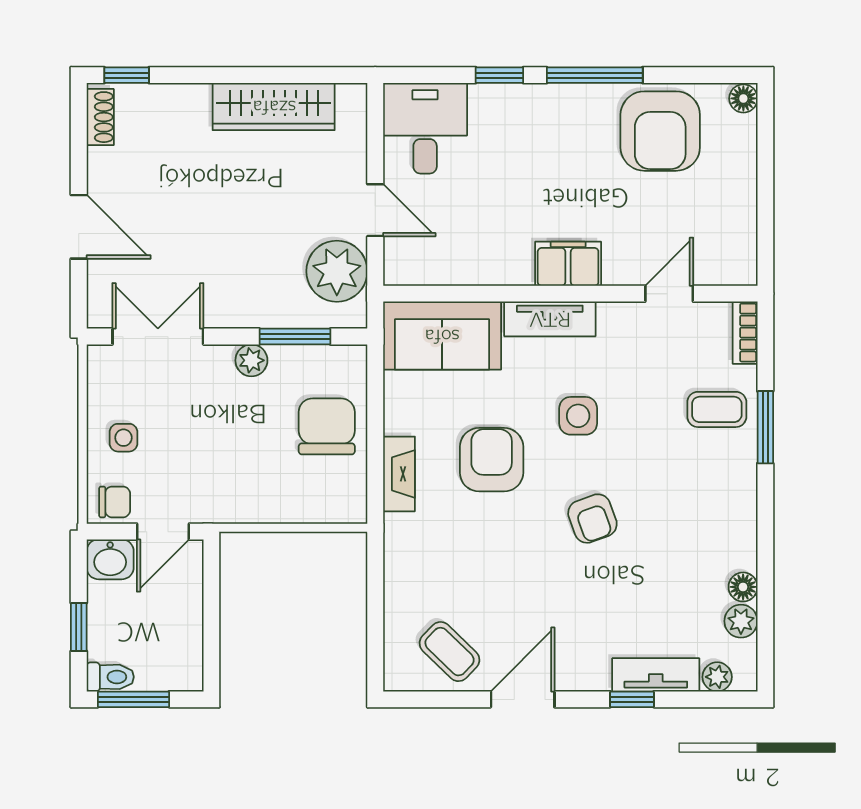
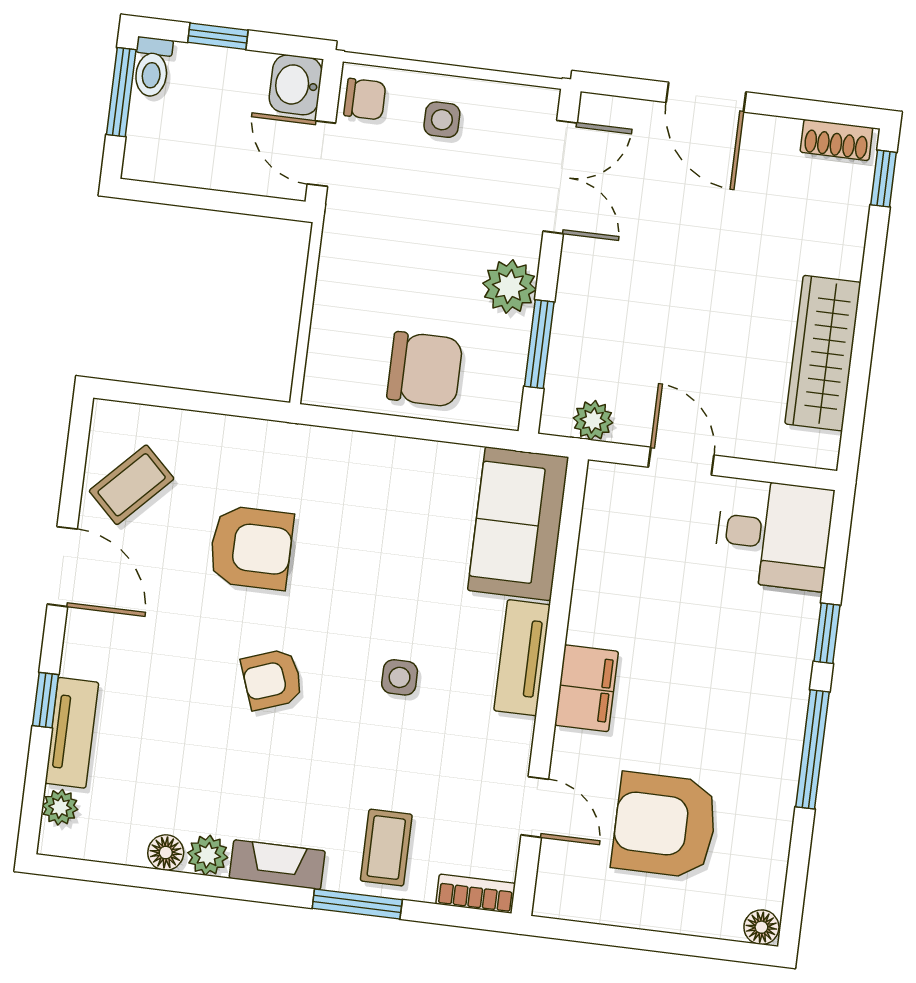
armchair: (660, 131) -> (665, 825), moved
door: (375, 210) -> (681, 461), swing flipped
door: (79, 227) -> (706, 97), hinge flipped
plant: (337, 271) -> (593, 420), width x0.53, depth x0.53
plant: (251, 360) -> (509, 287), width x1.38, depth x1.38
side table: (578, 416) -> (400, 677), width x0.73, depth x0.73
armchair: (492, 460) -> (251, 548), moved
fireplace: (399, 474) -> (277, 865), moved, turned 180
chair: (115, 502) -> (365, 99), turned -90
plant: (741, 621) -> (208, 855), moved

